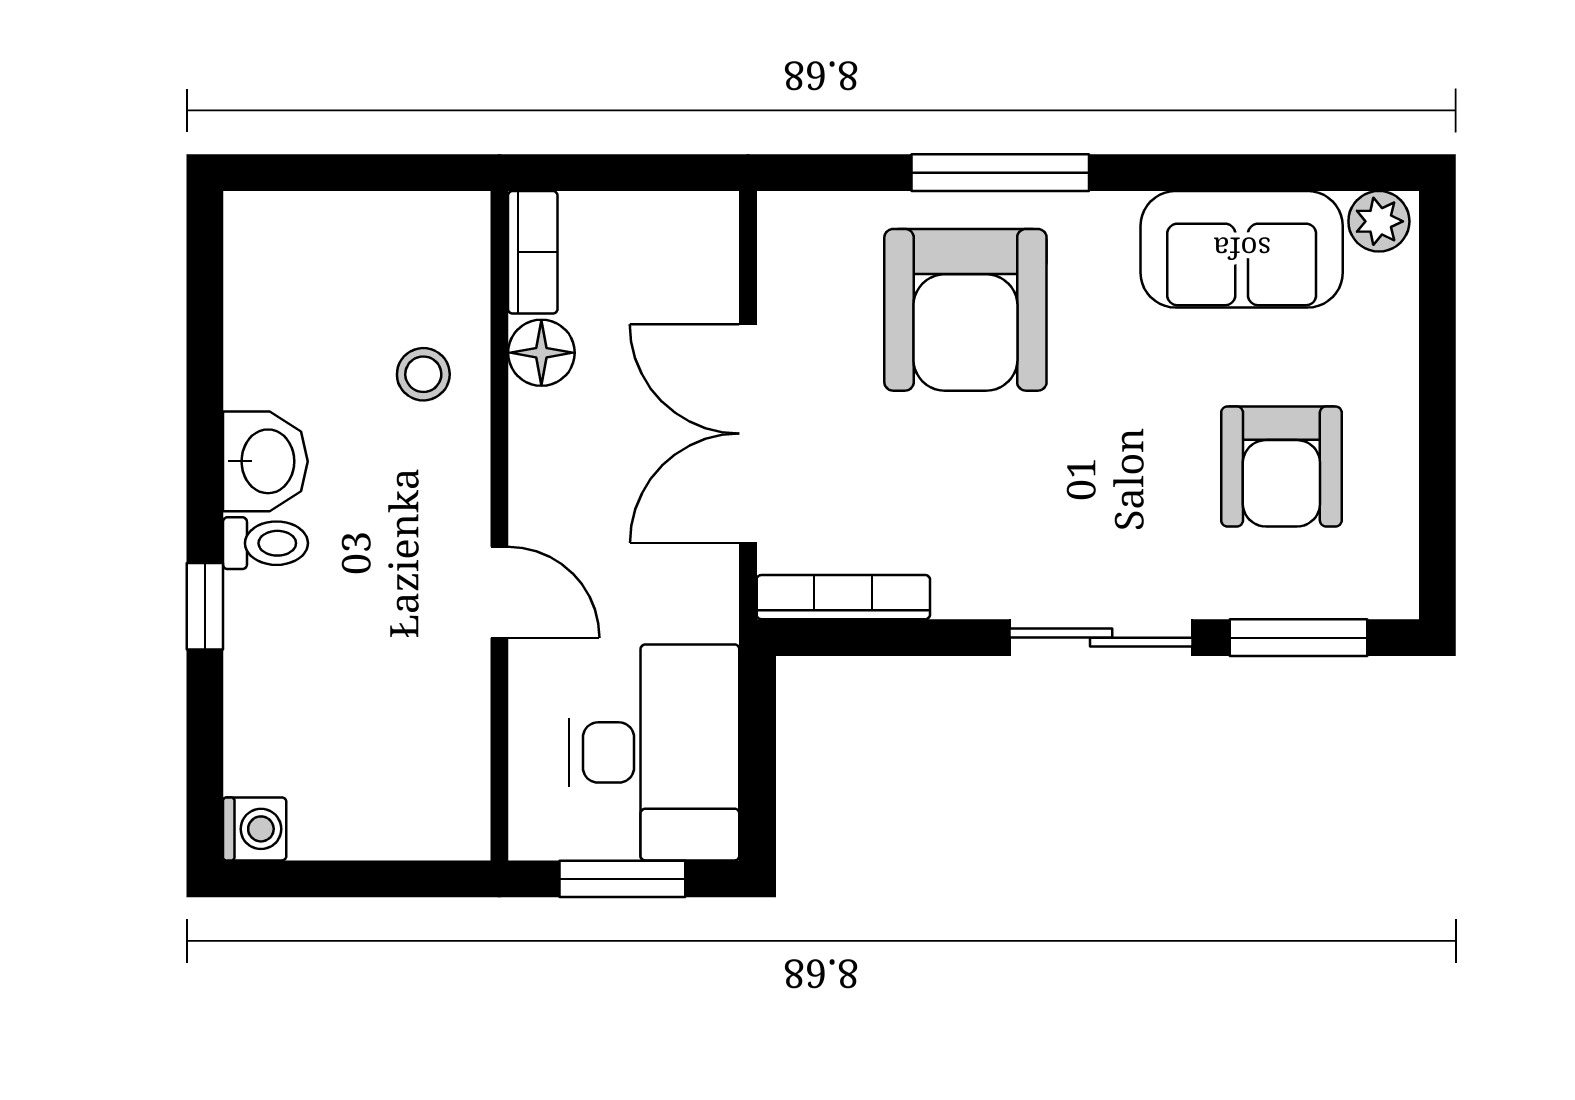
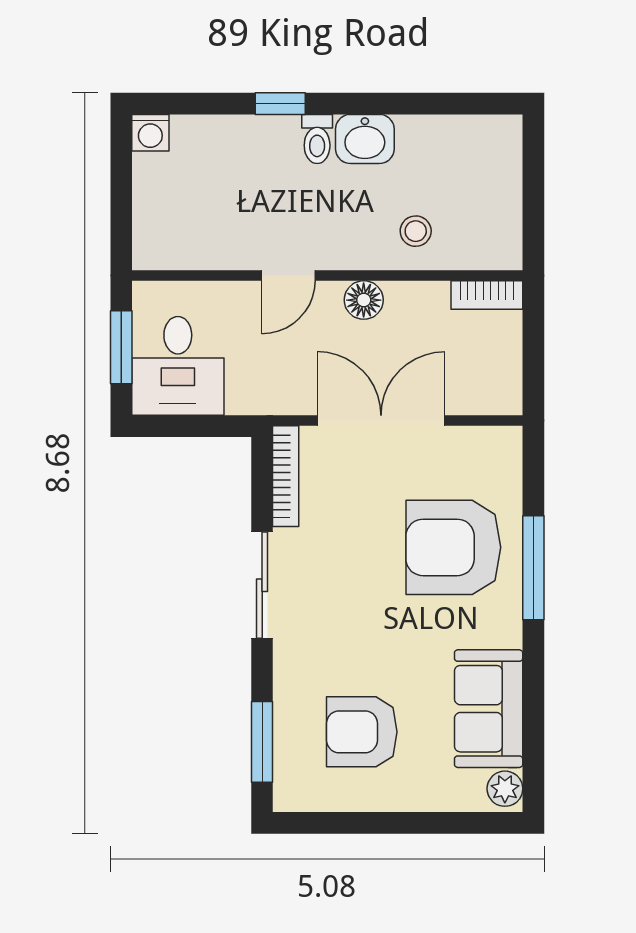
floor lamp: (541, 353) -> (364, 300), moved
sliding door: (1101, 638) -> (262, 585), moved
desk: (654, 752) -> (178, 366), width x0.73

